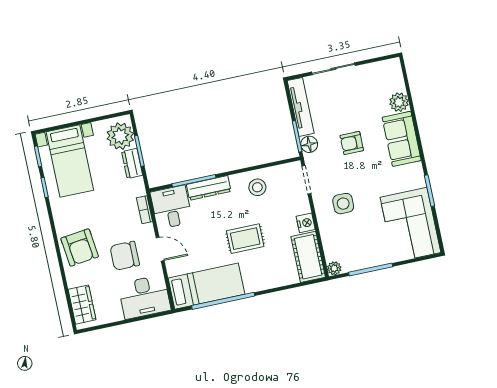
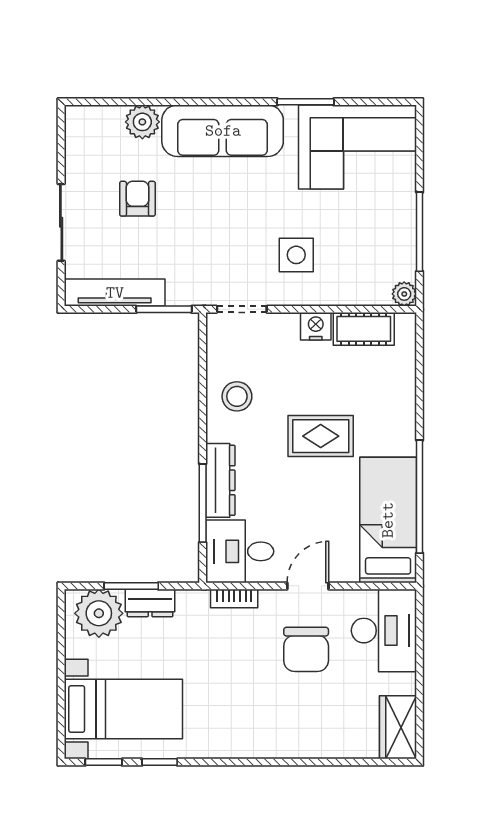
sofa: (402, 139) -> (223, 131), width x1.36
armchair: (352, 143) -> (137, 199), moved, turned 180
floor lamp: (309, 144) -> (182, 292), removed
rug: (245, 239) -> (321, 436), turned 90
armchair: (80, 247) -> (275, 724), removed
cot: (308, 257) -> (364, 329), width x0.73, depth x0.75
wardrobe: (82, 305) -> (398, 727), moved, turned -90

